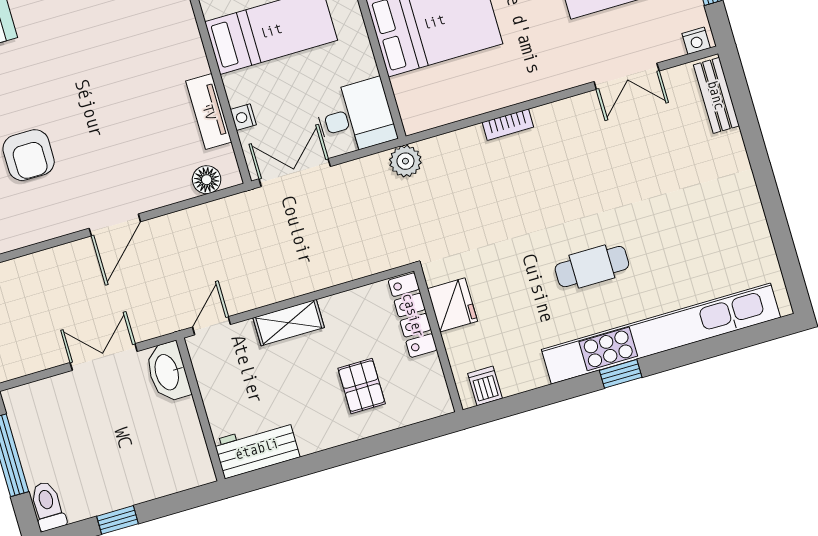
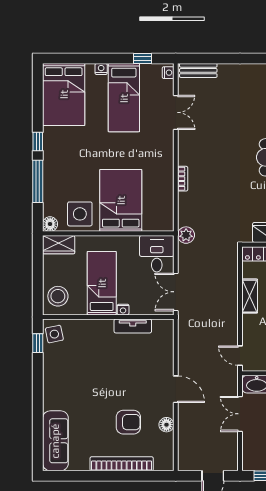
nightstand: (243, 117) -> (123, 310), moved
floor lamp: (207, 180) -> (166, 425), moved
shelving: (289, 323) -> (250, 296), moved

